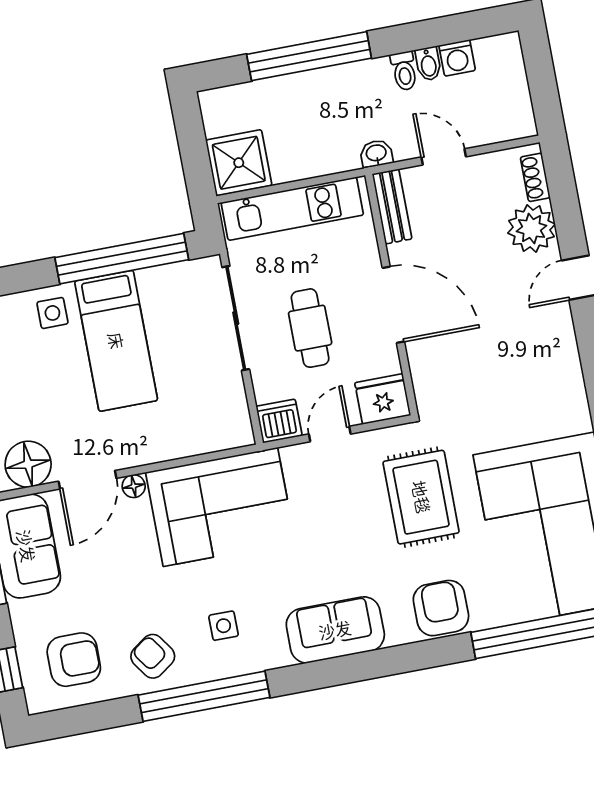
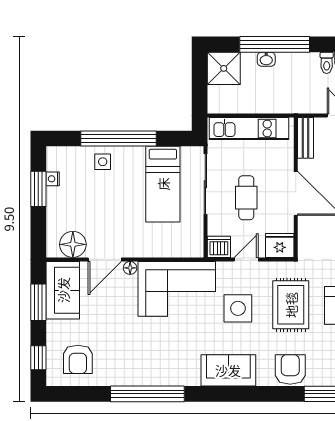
washbasin: (376, 154) -> (266, 59), moved, turned 180
shower: (239, 163) -> (224, 68), moved
window: (122, 259) -> (119, 138), moved
bed: (116, 341) -> (163, 184), moved
side table: (224, 626) -> (238, 308), moved, width x1.87, depth x1.87
armchair: (153, 656) -> (123, 366), removed
armchair: (74, 660) -> (78, 359), turned 90

